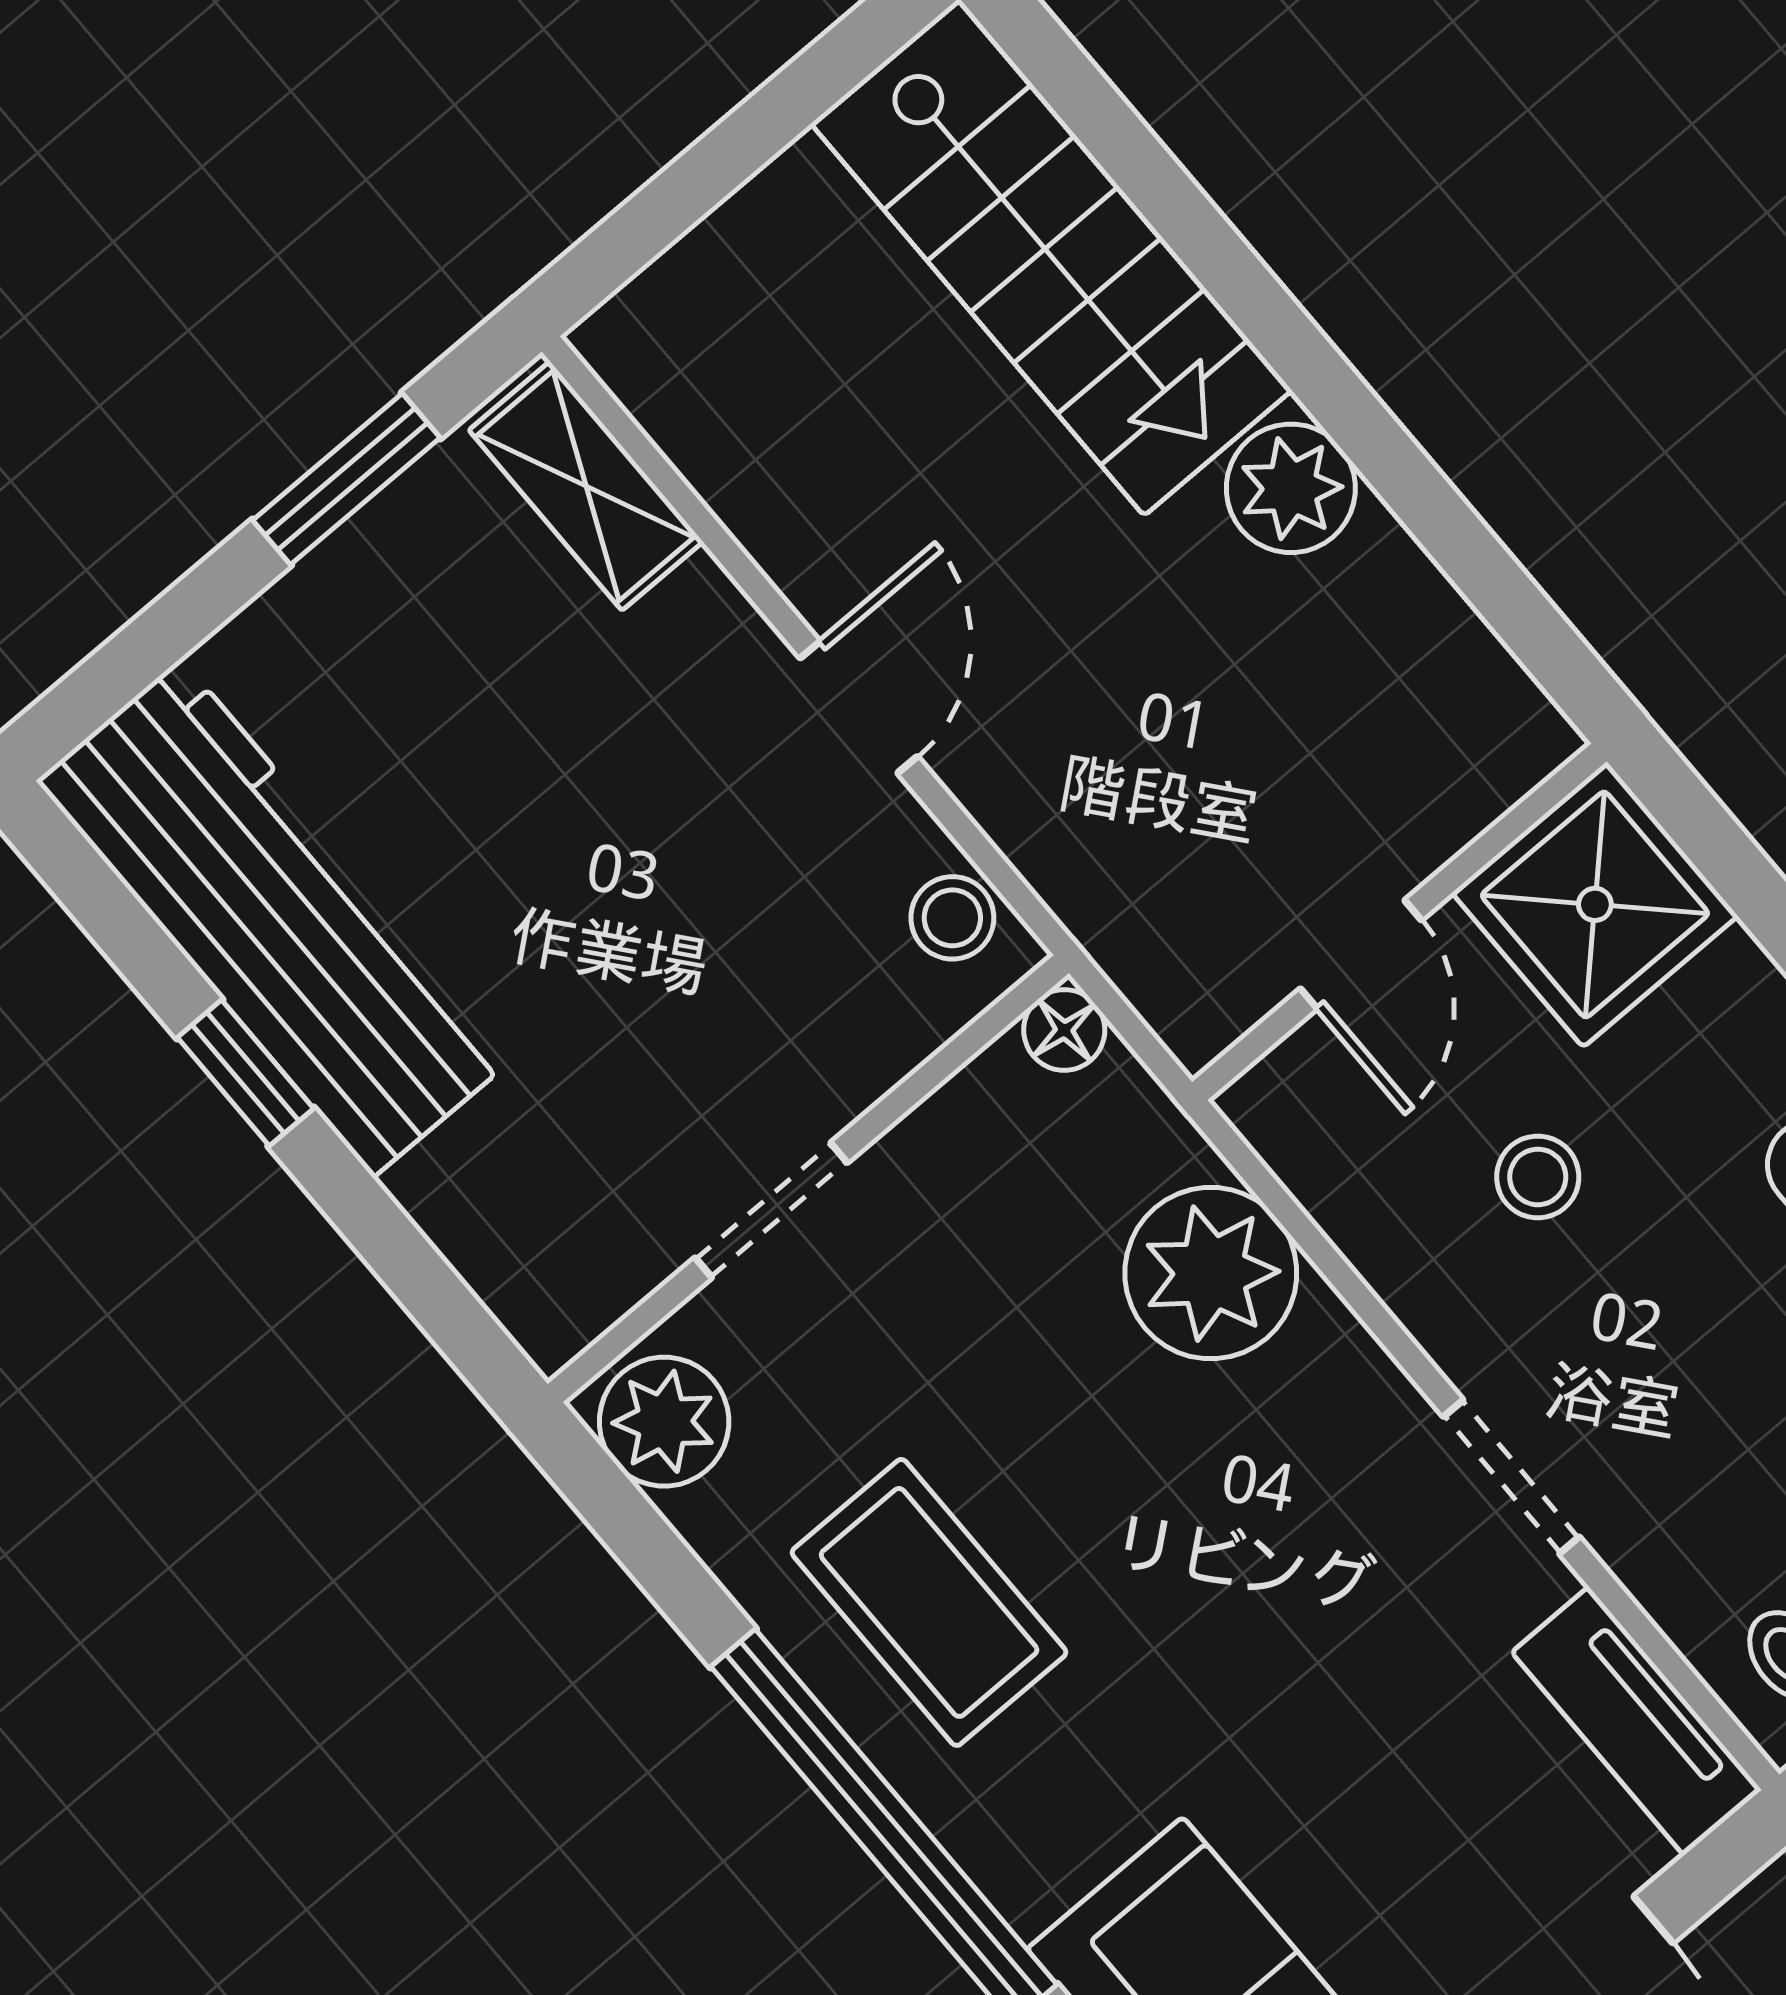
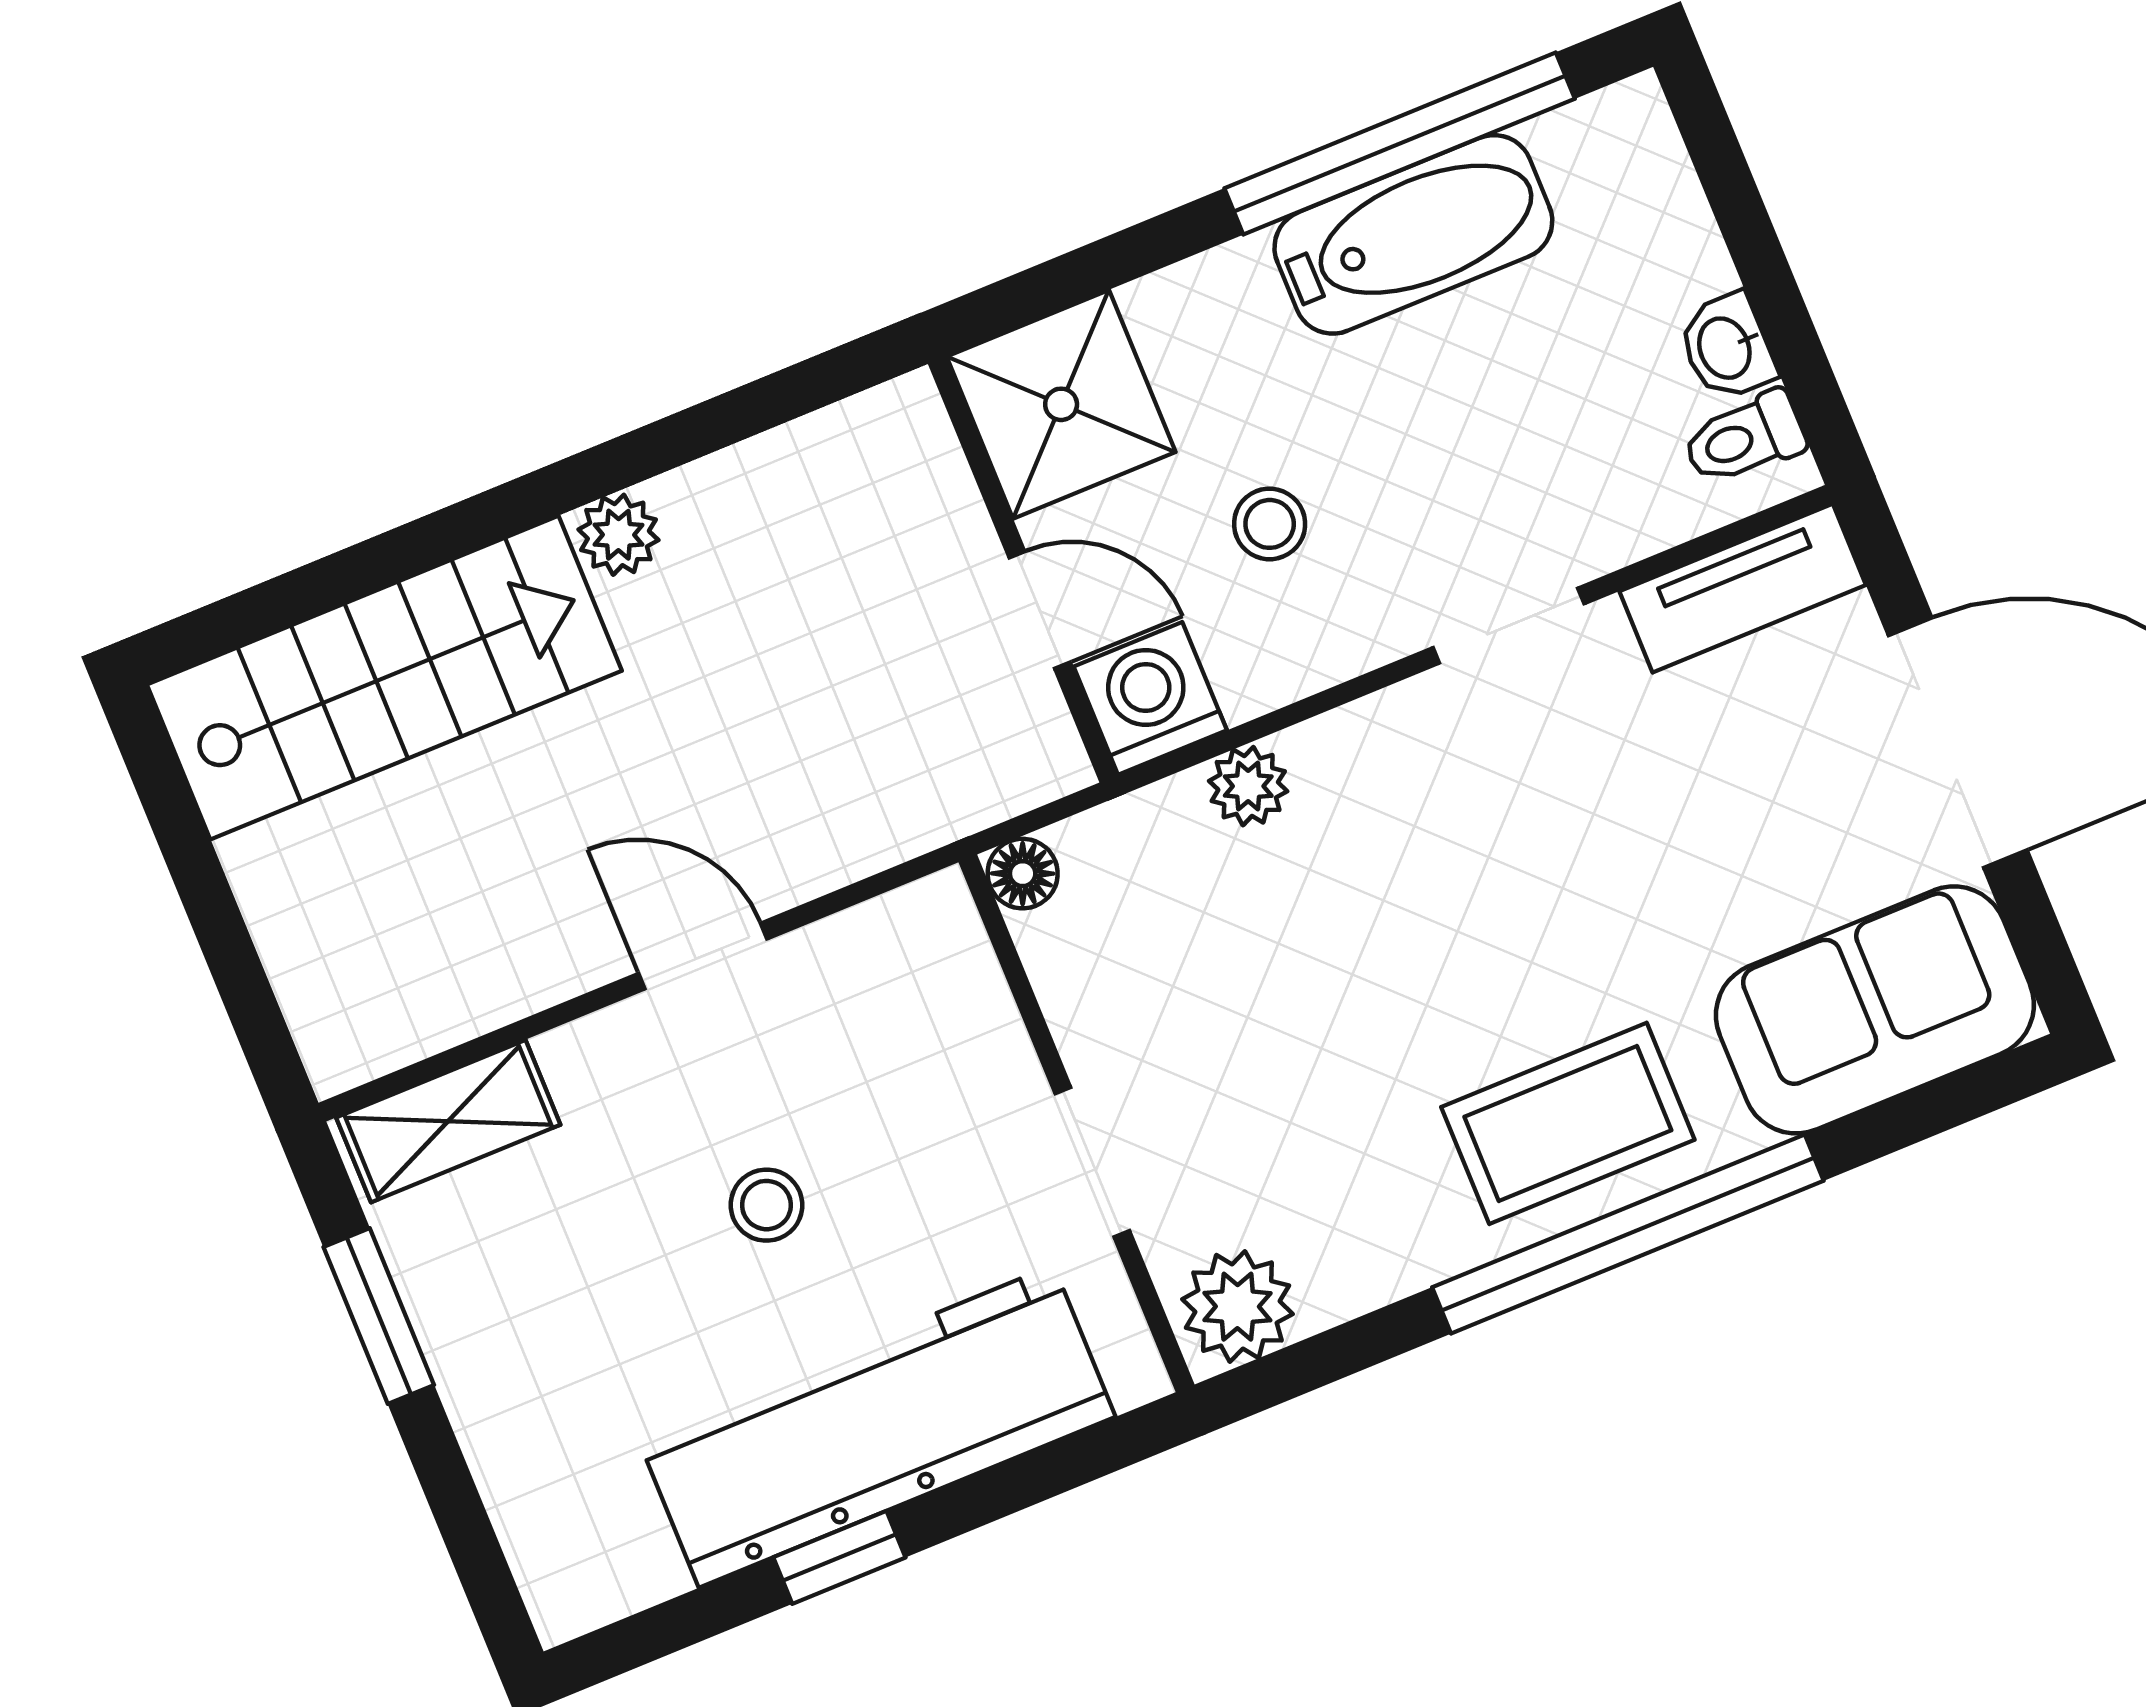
plant: (1291, 488) -> (618, 535), width x0.73, depth x0.73
workbench: (277, 918) -> (876, 1426), moved
stool: (952, 918) -> (767, 1205), moved
washing machine: (1303, 1108) -> (1150, 698), added
plant: (1211, 1273) -> (1248, 786), width x0.53, depth x0.53
coffee table: (929, 1602) -> (1568, 1123), moved

